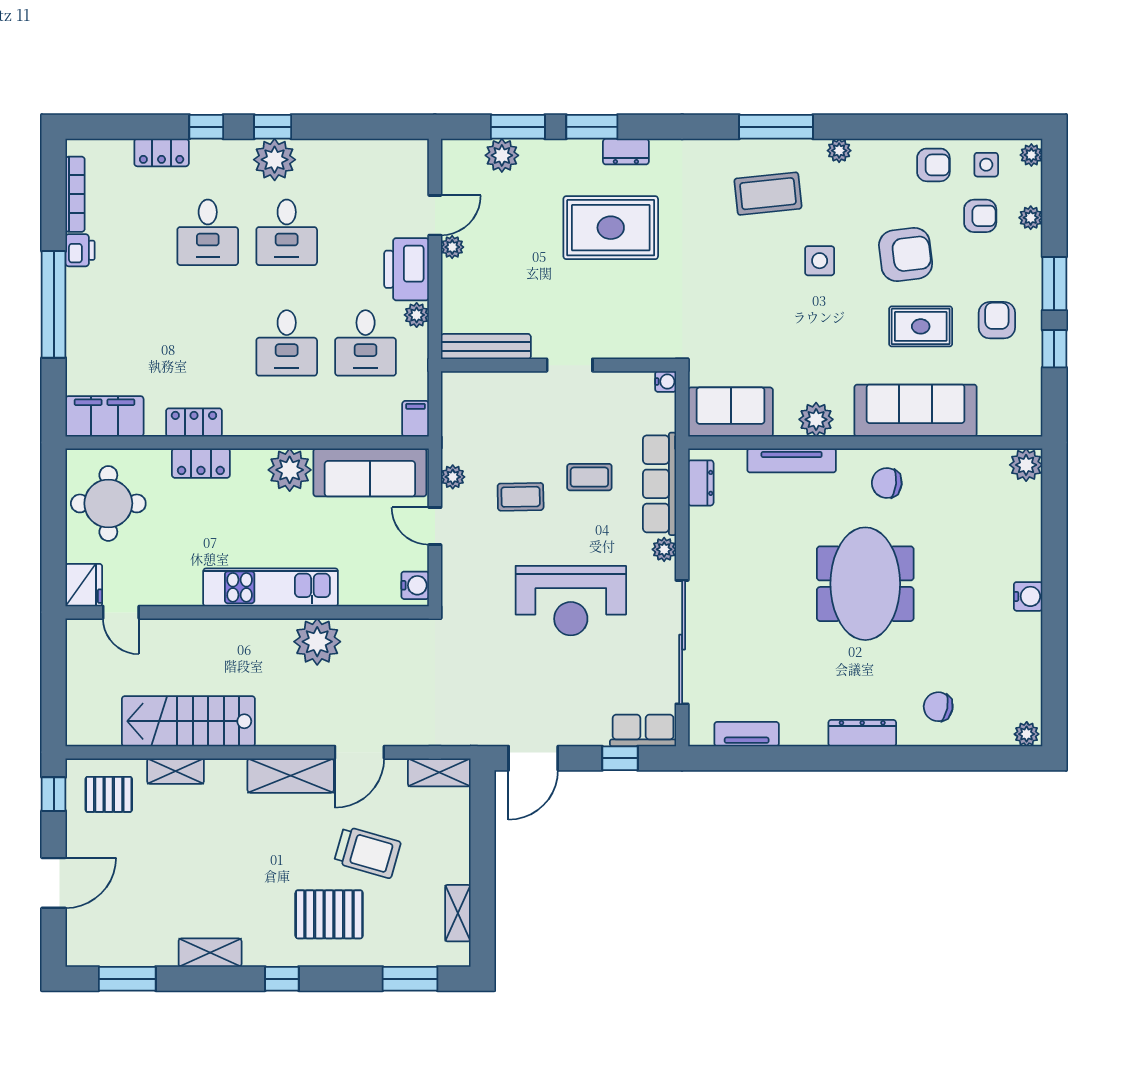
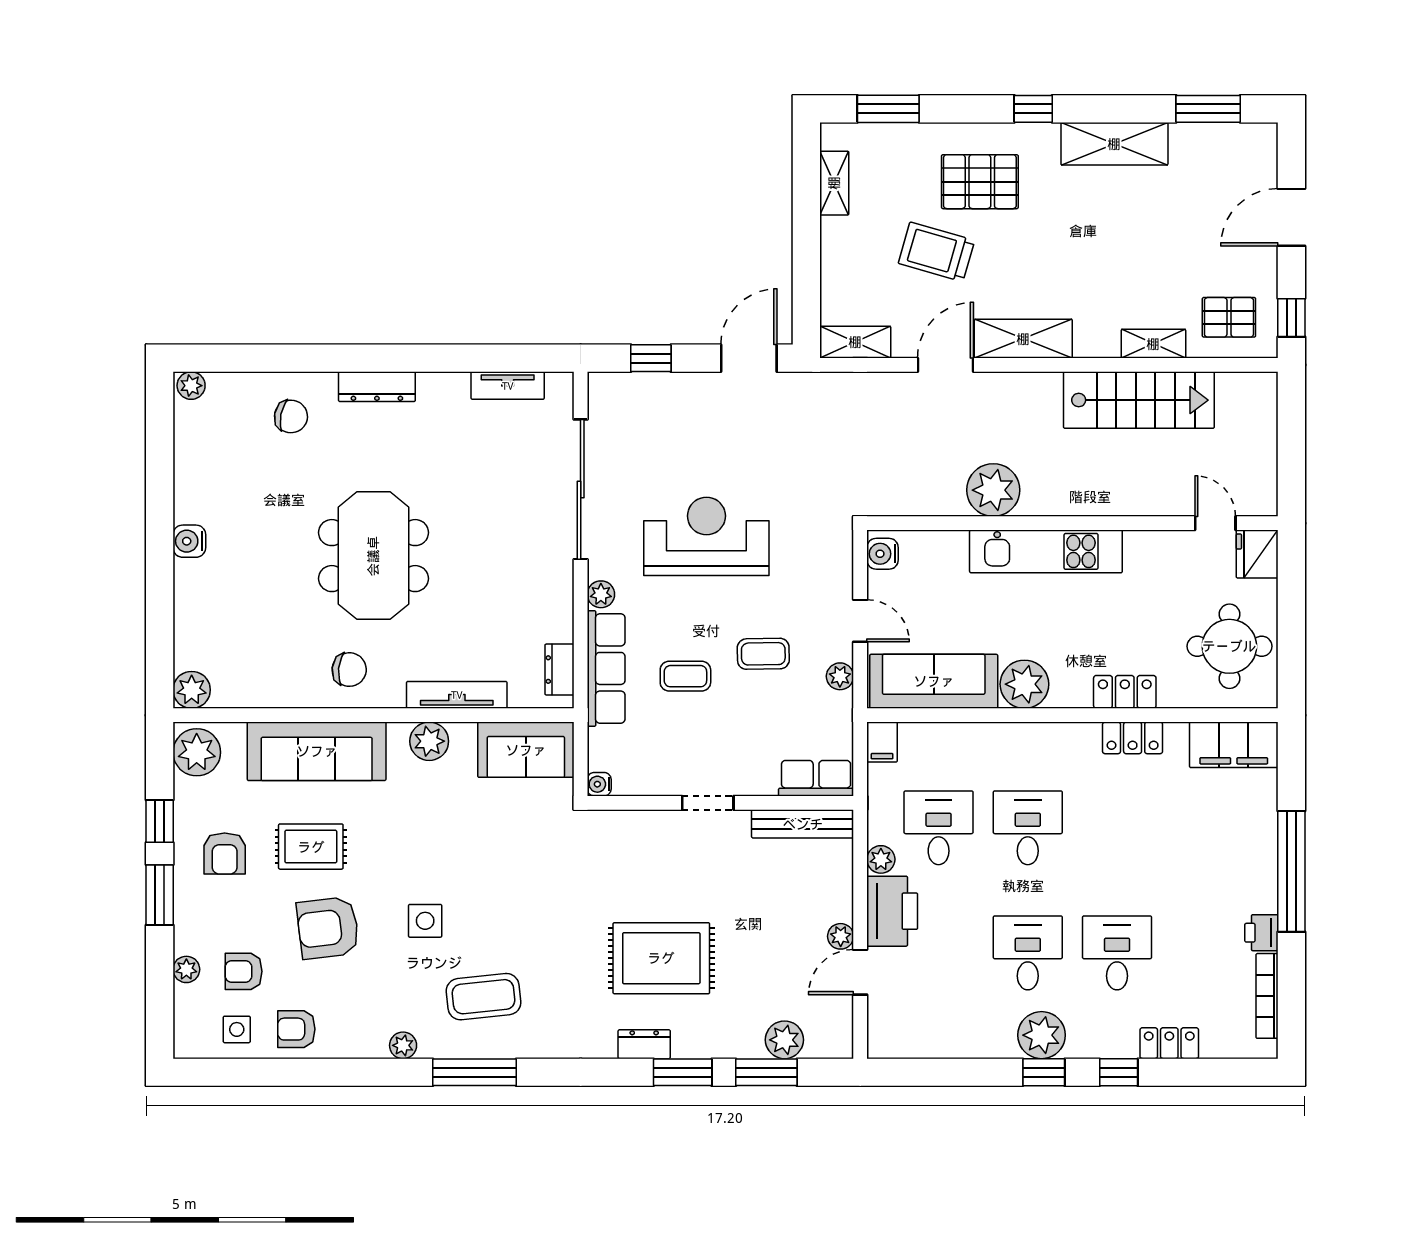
plant: (1031, 155) -> (197, 752), moved, width x1.88, depth x1.88
row of seats: (643, 731) -> (816, 778), moved, turned 180
shelving: (210, 953) -> (1114, 144), width x1.50, depth x1.33

